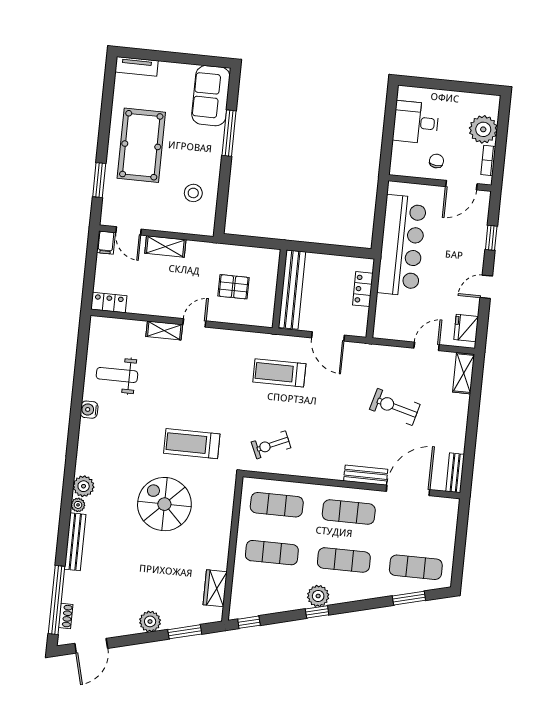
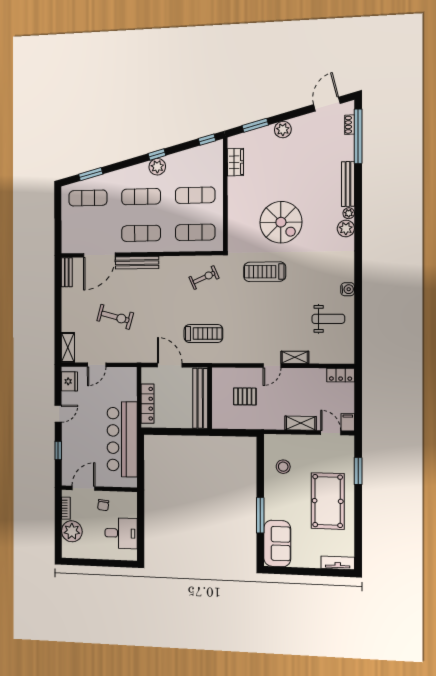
locker: (363, 289) -> (148, 404), width x1.53
treadmill: (192, 444) -> (265, 272), turned 180
bench: (366, 475) -> (137, 263), width x1.36

